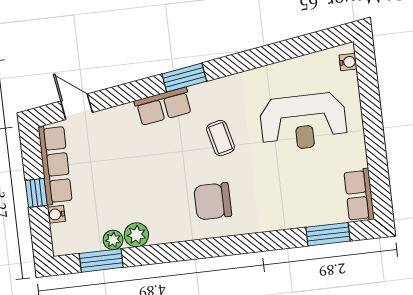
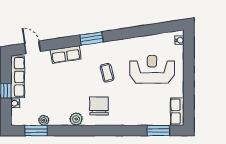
row of seats: (163, 106) -> (66, 54), moved
reception desk: (303, 122) -> (152, 69), turned 180
chair: (213, 201) -> (99, 106), turned 90
plant: (136, 235) -> (76, 119), moved

